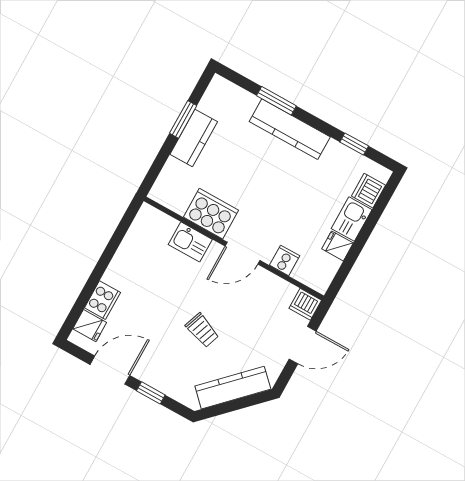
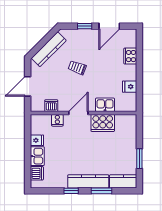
kitchen counter: (194, 138) -> (123, 181), moved, turned 90
window: (354, 144) -> (71, 191), moved
dishwasher: (305, 304) -> (51, 106), moved
fridge: (90, 326) -> (130, 87), moved

